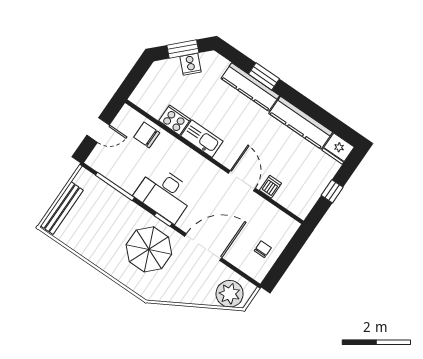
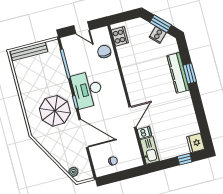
cooker: (175, 120) -> (120, 36), moved
kitchen counter: (301, 123) -> (188, 113), removed
kitchen sink: (202, 139) -> (150, 150), moved
window: (332, 191) -> (185, 159), moved
plant: (230, 294) -> (73, 172), width x0.53, depth x0.53

